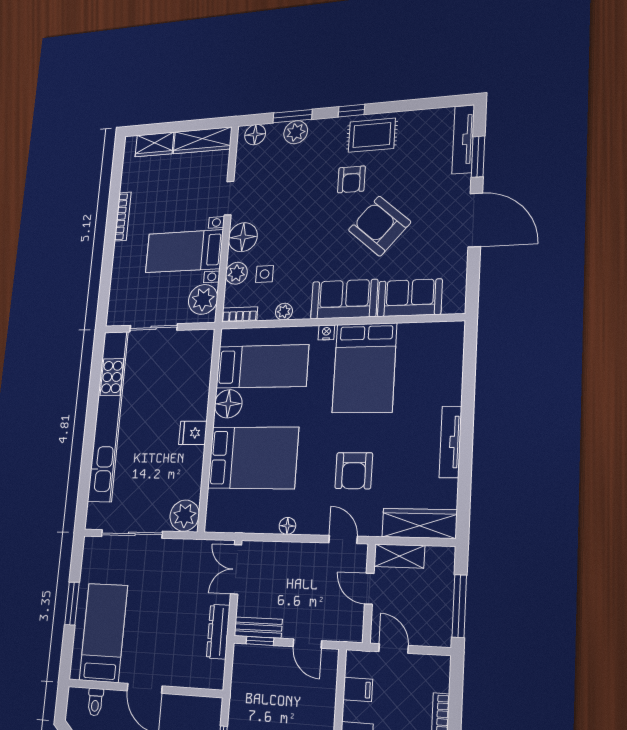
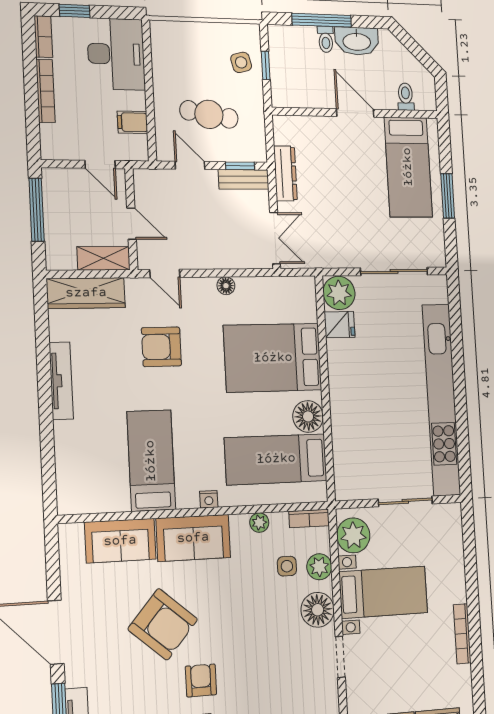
bed: (364, 368) -> (151, 461), width x0.67
fridge: (193, 433) -> (340, 325), moved
armchair: (354, 471) -> (161, 347), turned -90
cafe table: (283, 694) -> (209, 114), added

